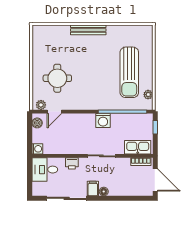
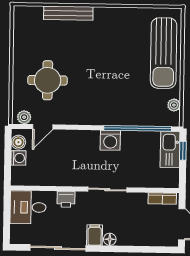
bench: (88, 30) -> (68, 13), moved
sun lounger: (129, 72) -> (164, 53), moved
kitchen sink: (138, 147) -> (170, 149), moved, turned -90
washing machine: (37, 149) -> (18, 158), moved

